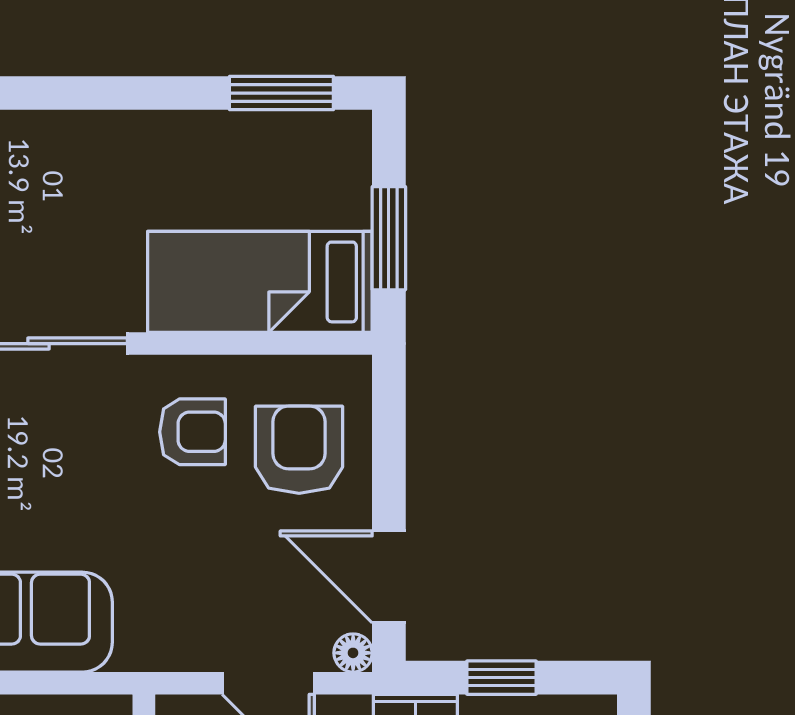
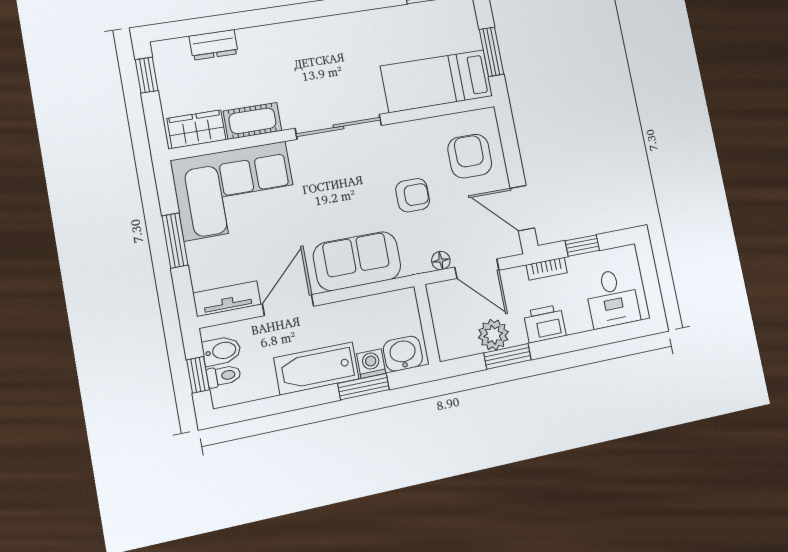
armchair: (192, 432) -> (413, 195), moved
floor lamp: (353, 653) -> (441, 261), moved

